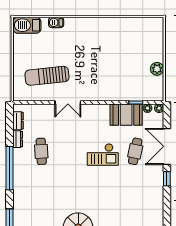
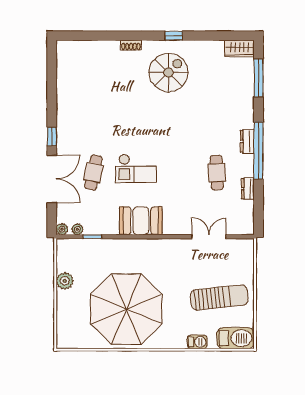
parasol: (110, 47) -> (126, 309), added
sun lounger: (47, 76) -> (219, 298), moved
double door: (68, 102) -> (209, 237), moved
booth: (126, 115) -> (141, 221), moved
dresser: (18, 121) -> (247, 141), moved
checkout: (103, 154) -> (136, 168), turned 180

